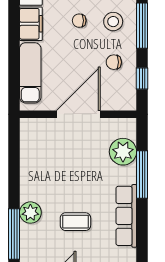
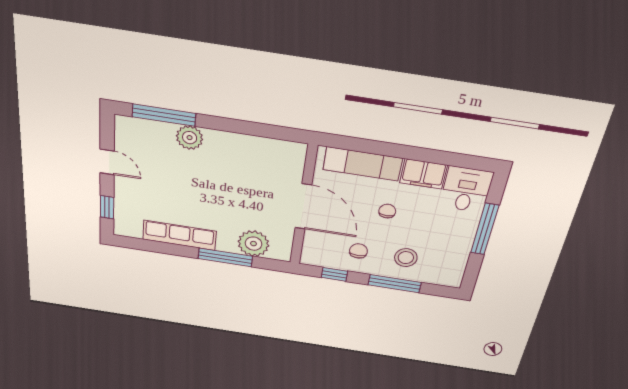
chair: (79, 21) -> (387, 211), moved
coffee table: (75, 222) -> (176, 184), removed

